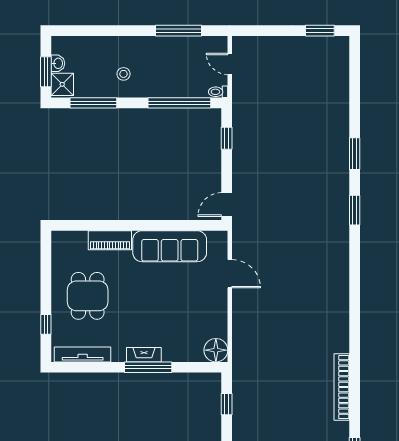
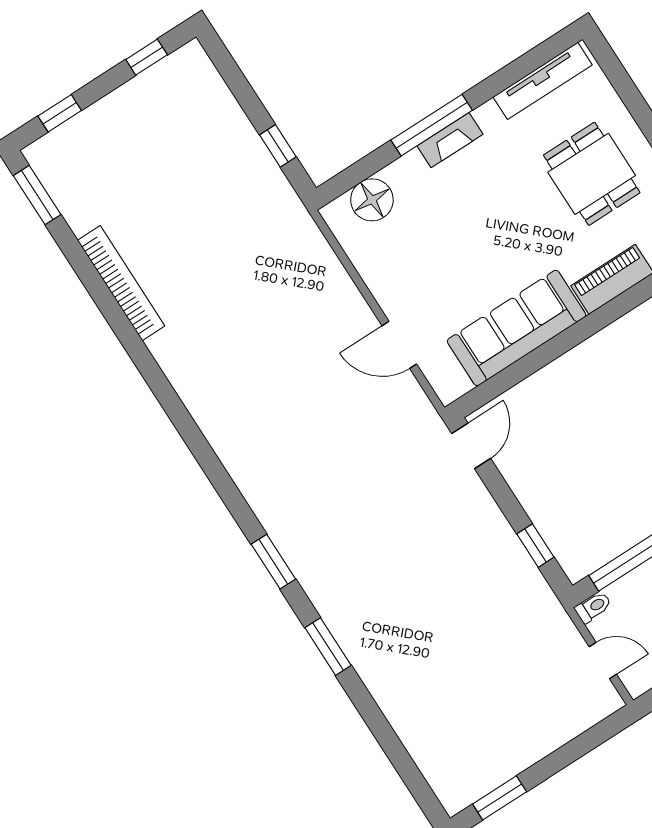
window: (46, 324) -> (627, 90), removed
floor lamp: (216, 350) -> (372, 200), moved

